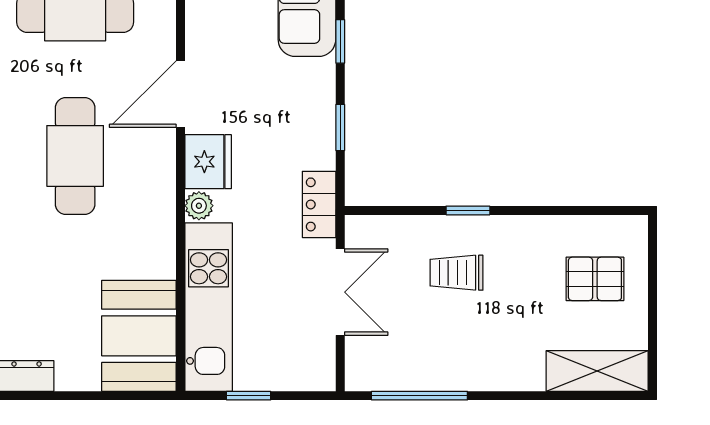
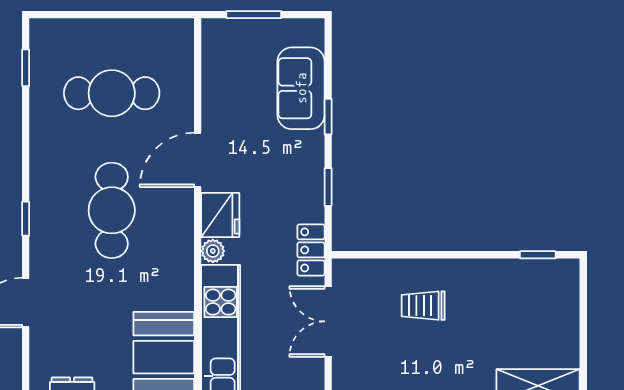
window: (468, 210) -> (538, 255), moved
pallet: (595, 279) -> (536, 311), removed
double door: (340, 292) -> (328, 321), swing flipped

